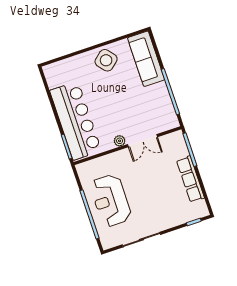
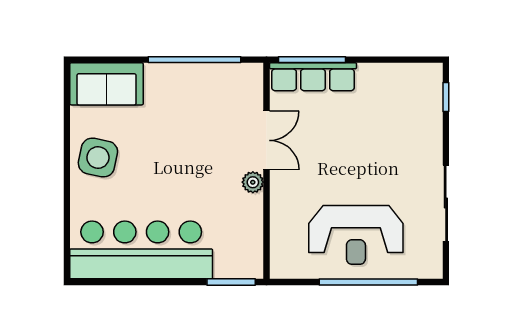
sofa: (146, 59) -> (107, 84), width x0.73
side table: (106, 60) -> (98, 158), turned -38
bar counter: (76, 121) -> (141, 250), moved
row of seats: (190, 179) -> (313, 77), moved

